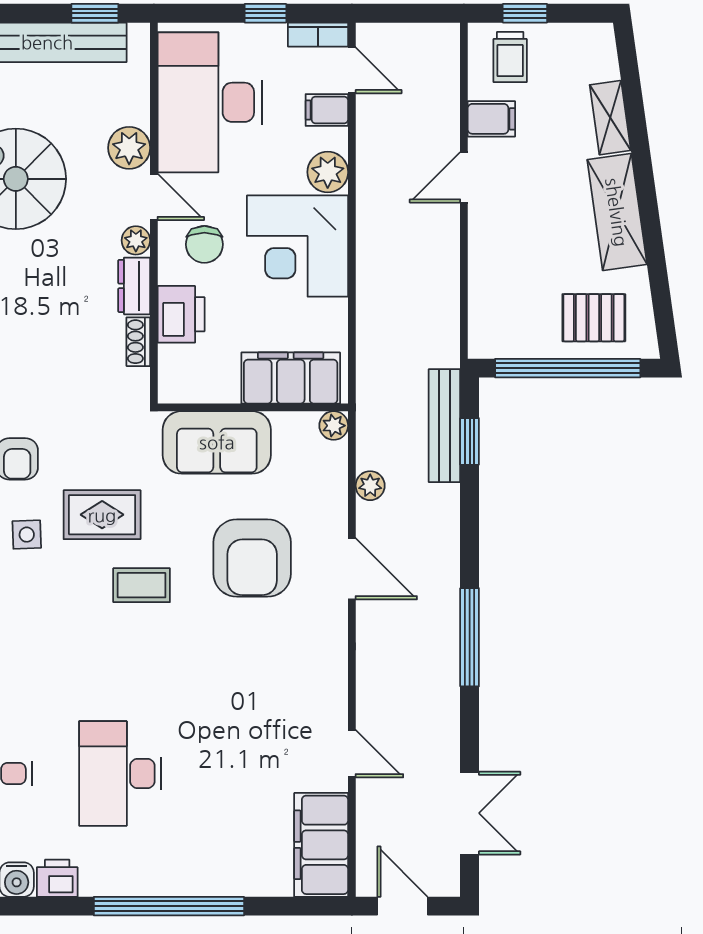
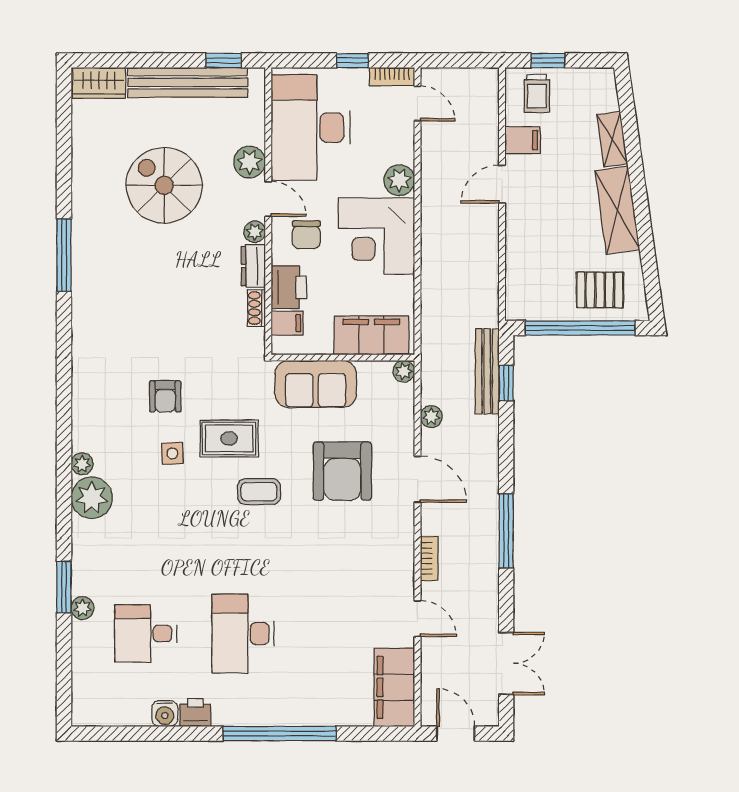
filing cabinet: (327, 110) -> (287, 323), moved, turned 180
bookcase: (367, 674) -> (429, 558), added

